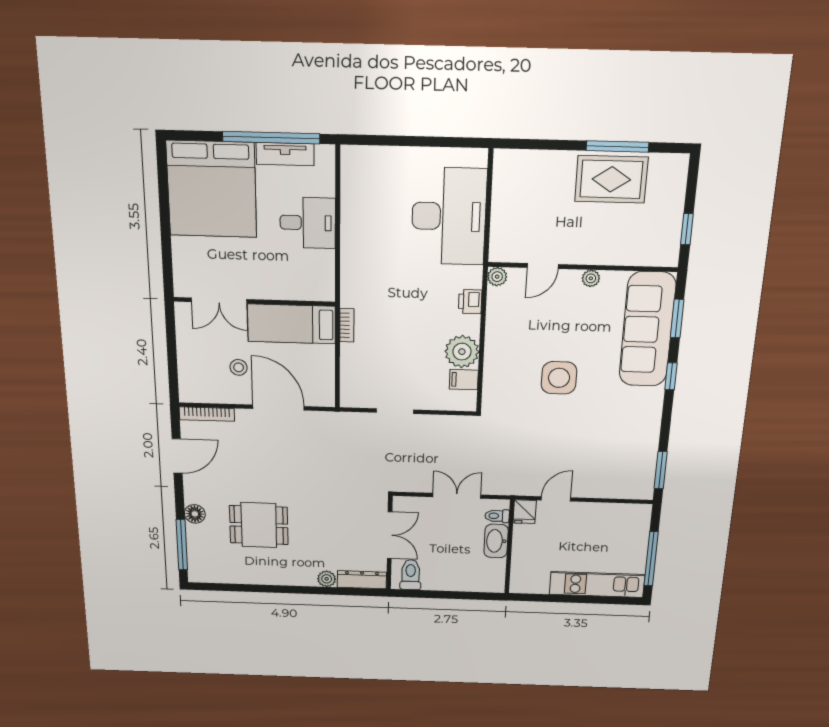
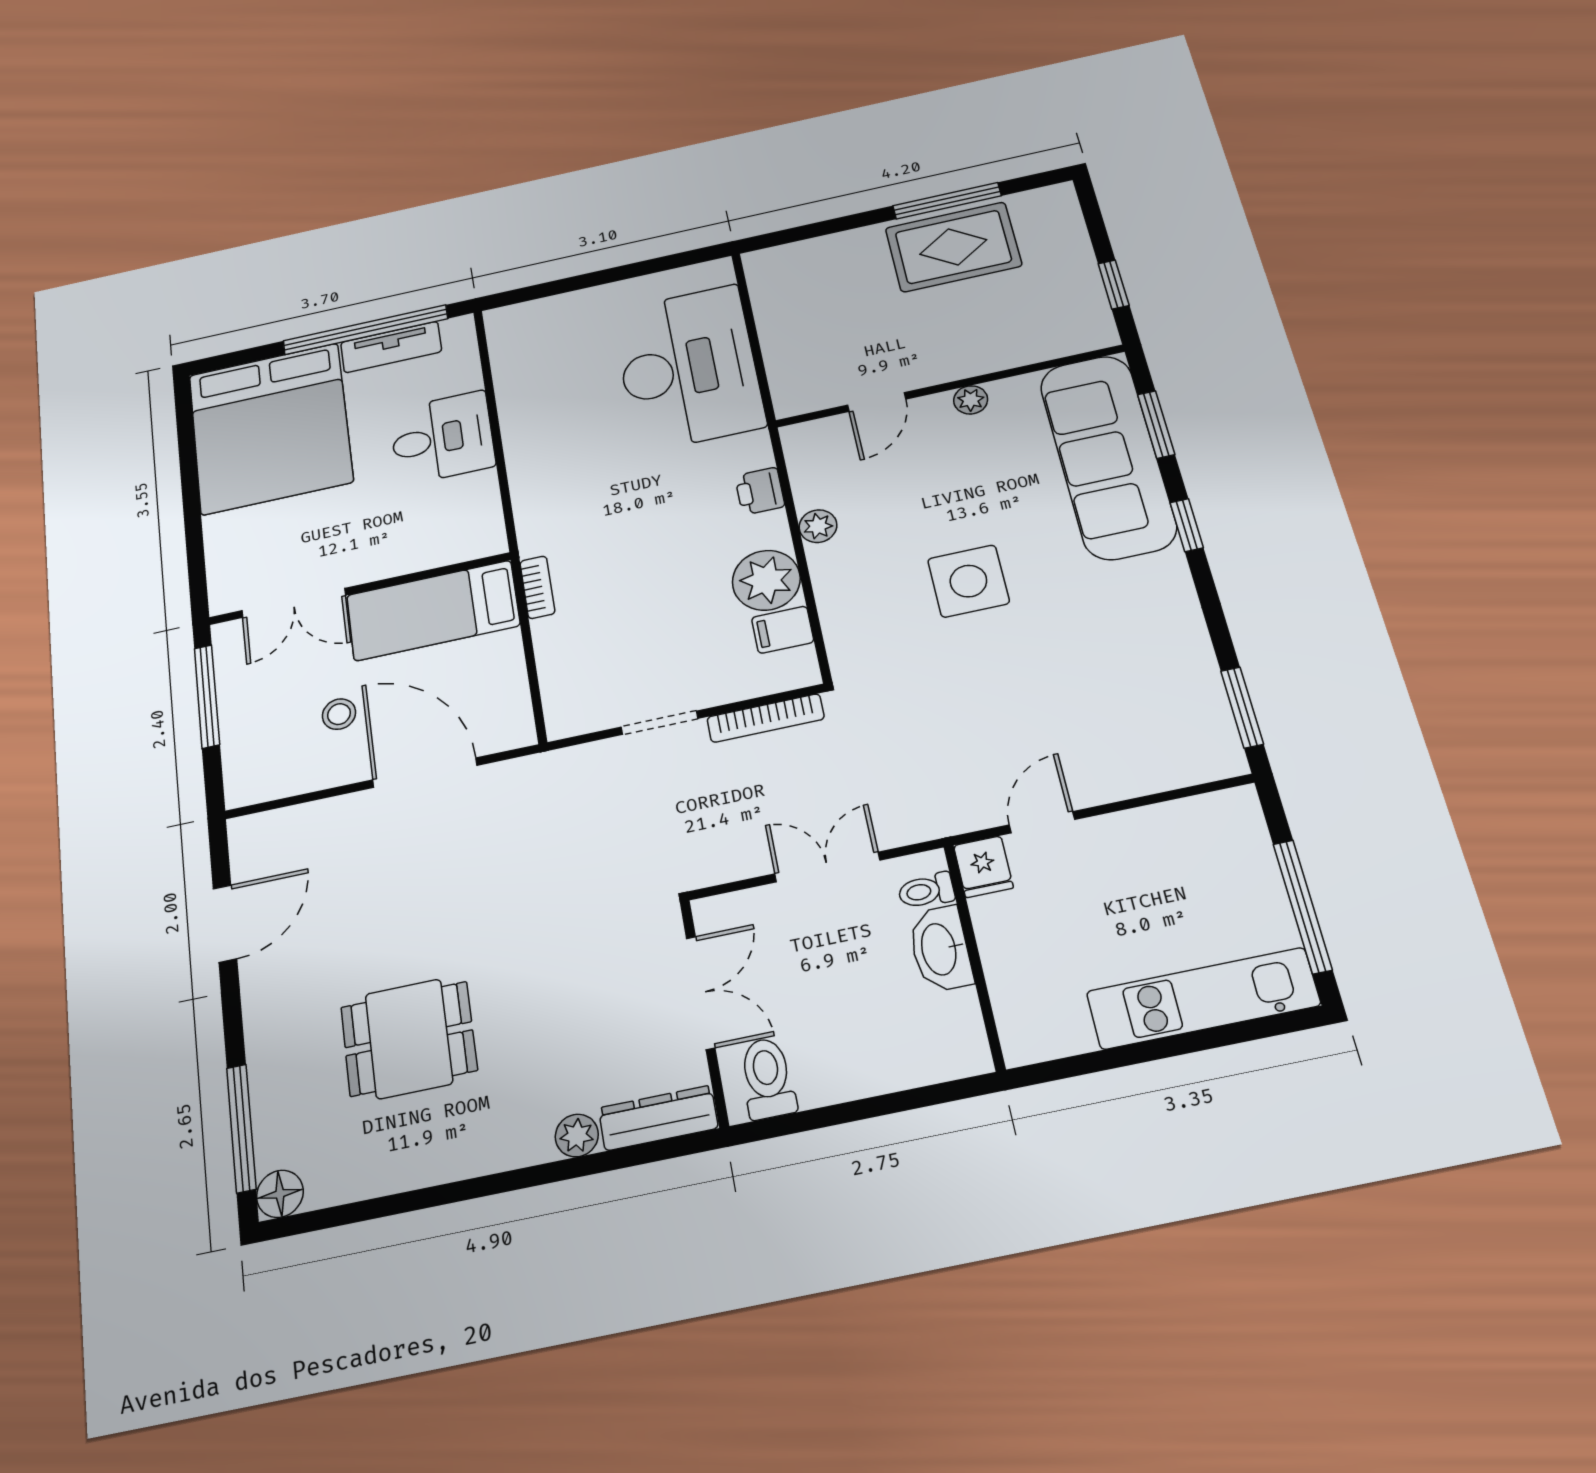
plant: (497, 277) -> (818, 526), moved
window: (171, 341) -> (207, 696), added
bookcase: (207, 414) -> (766, 718), moved
floor lamp: (195, 514) -> (280, 1194), moved

